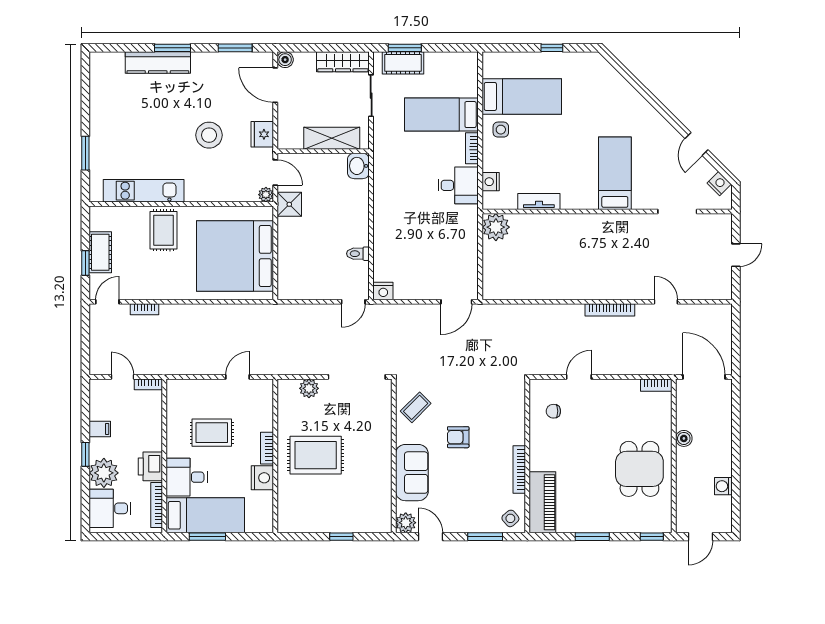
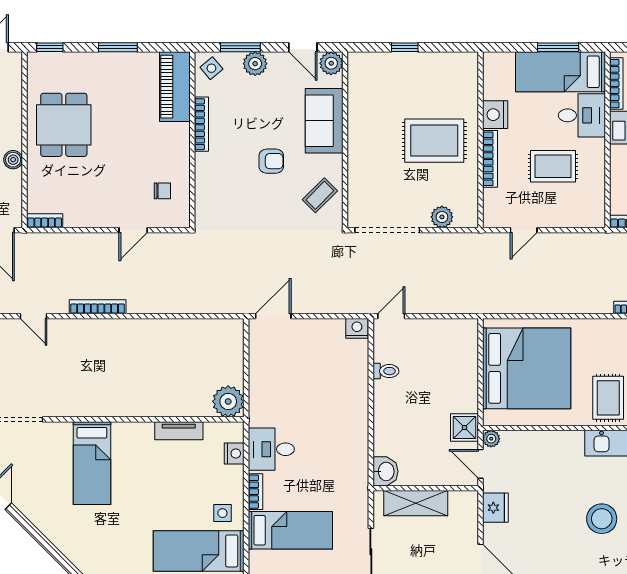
stool: (209, 135) -> (602, 519), moved
bookcase: (267, 448) -> (490, 159), width x1.56
plant: (472, 522) -> (255, 64), added

